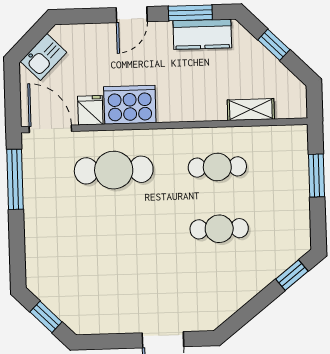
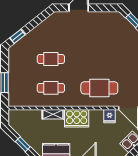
cooker: (130, 105) -> (77, 118), moved
shelving: (251, 110) -> (53, 114), moved

